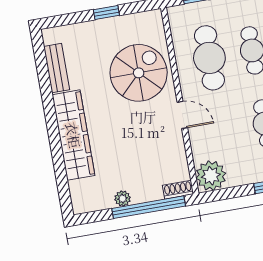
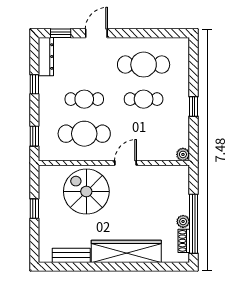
plant: (211, 176) -> (183, 154), width x0.53, depth x0.53
shoe rack: (178, 190) -> (184, 241), moved
window: (149, 207) -> (193, 224), moved

